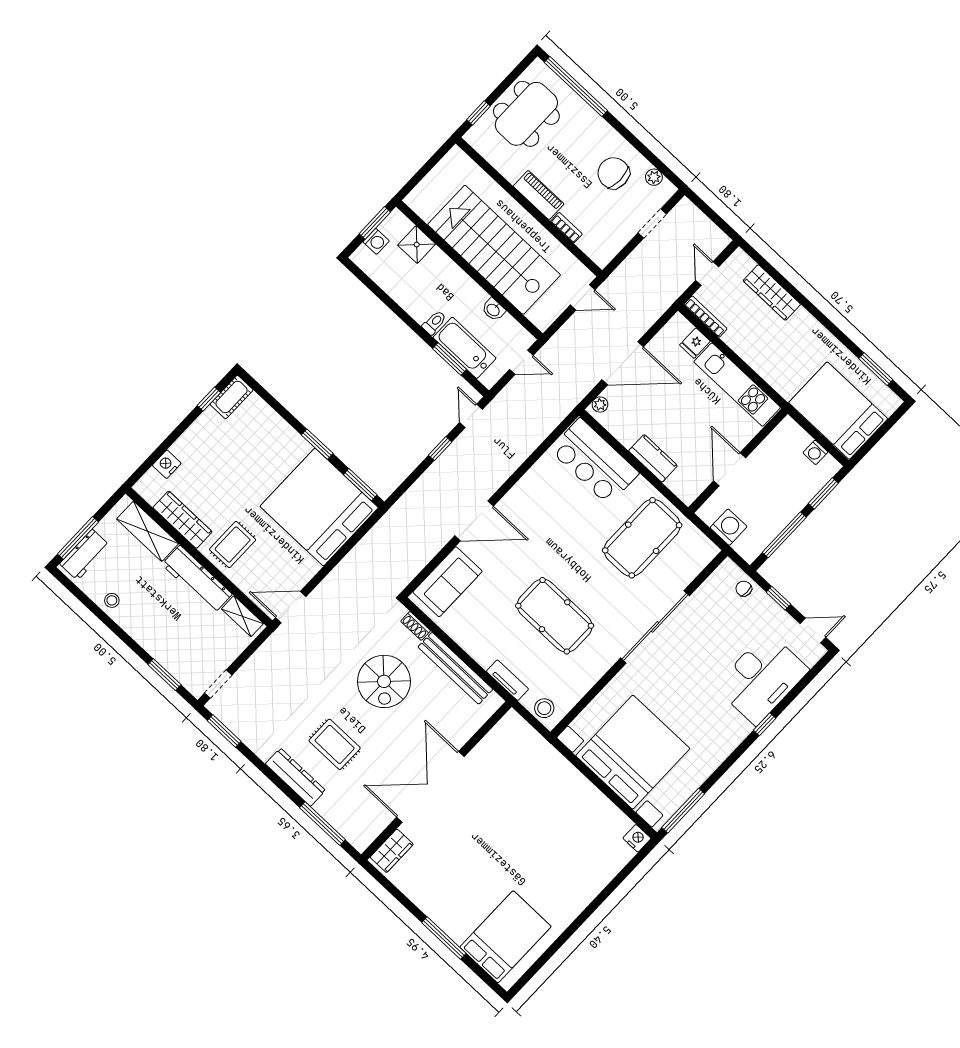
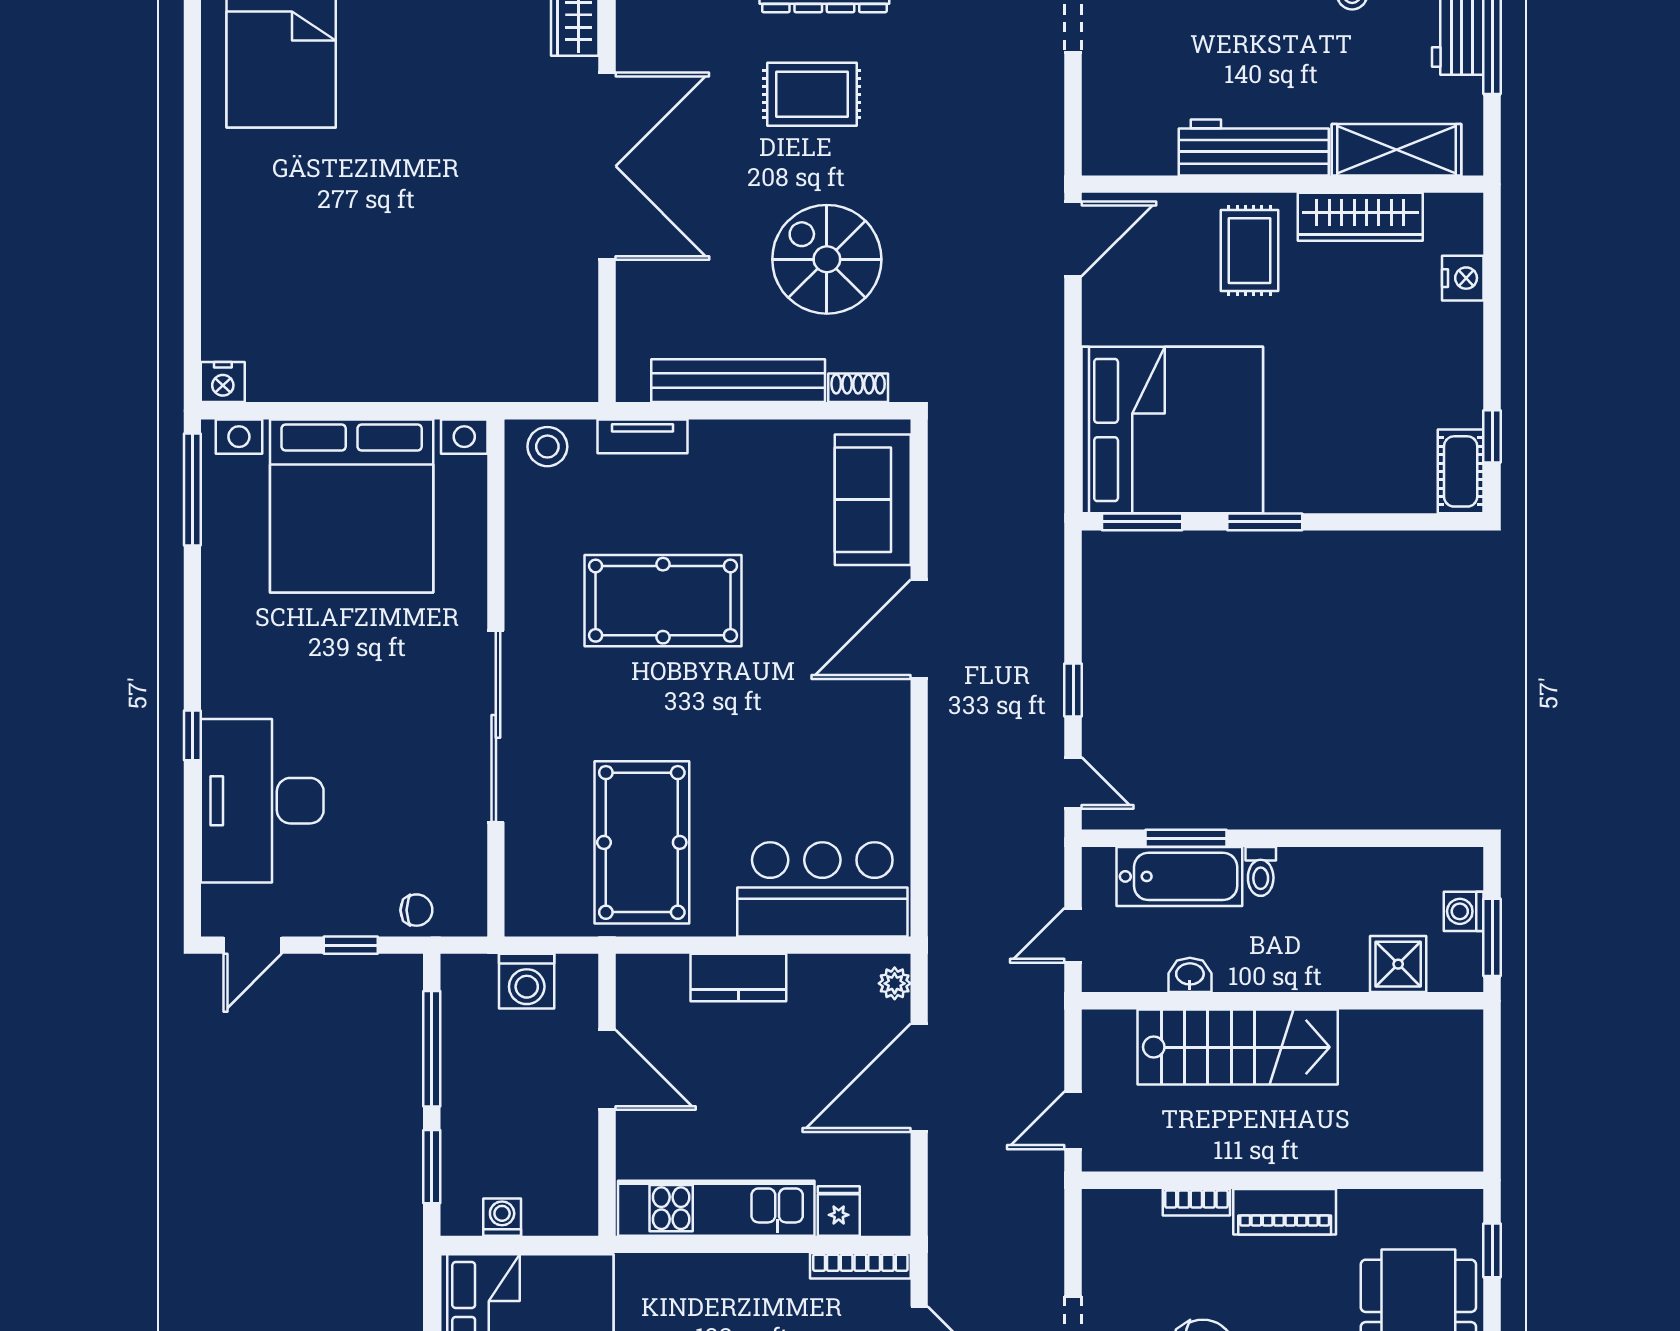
stairs: (494, 250) -> (1238, 1047), width x0.73, depth x0.66
shelving: (242, 616) -> (1133, 156), removed

